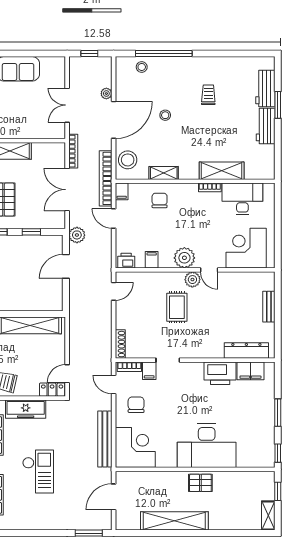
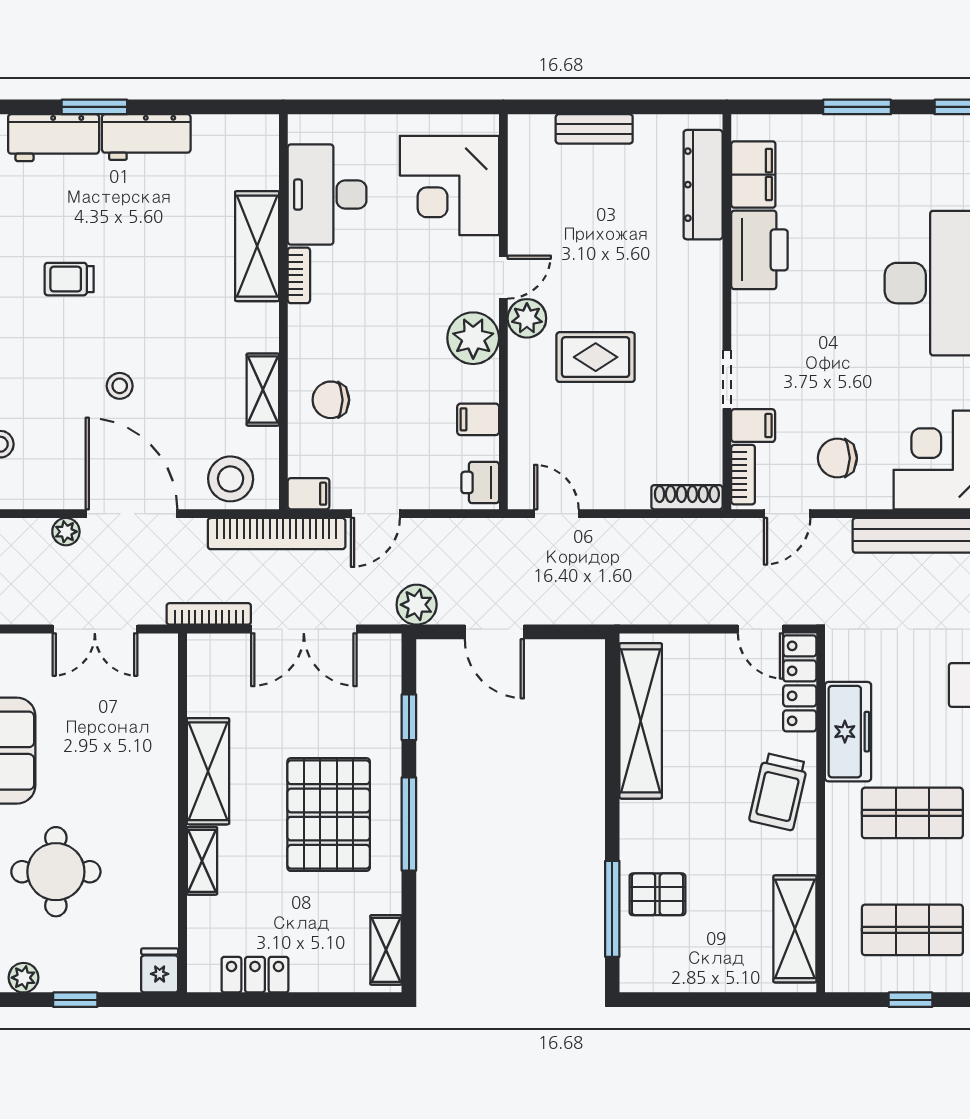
locker: (52, 390) -> (800, 683), width x1.53

